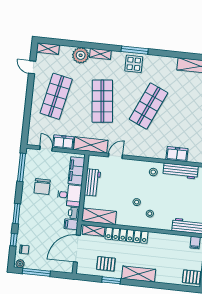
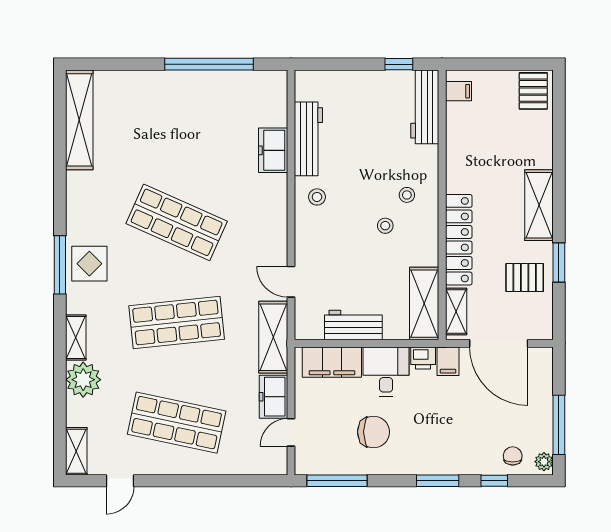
pallet: (106, 264) -> (525, 278), turned 90

